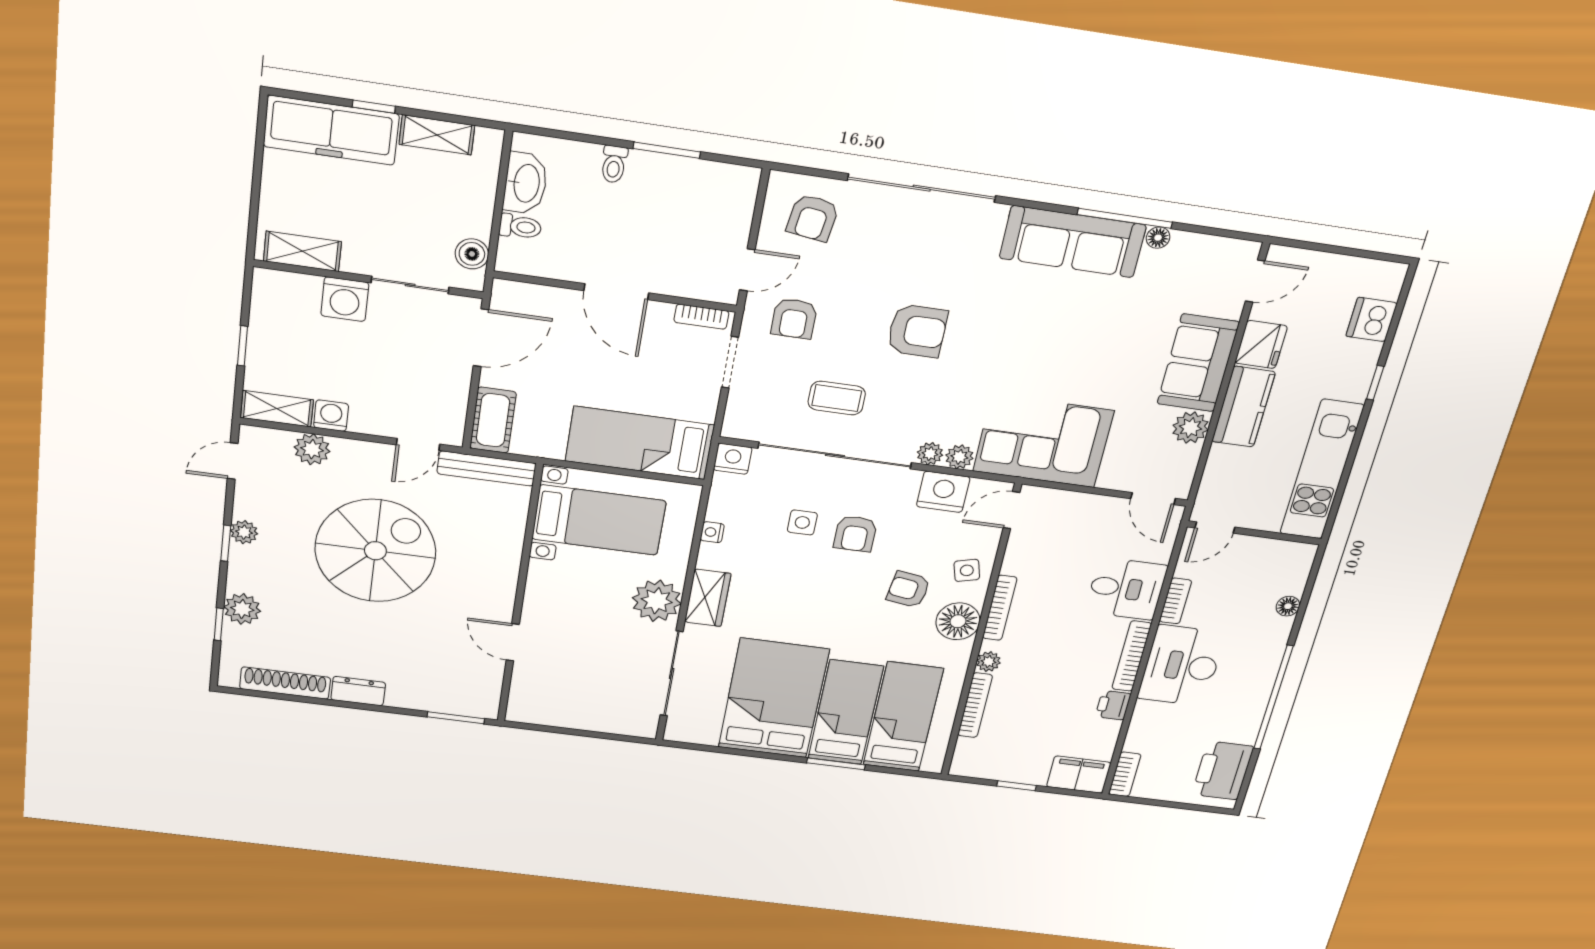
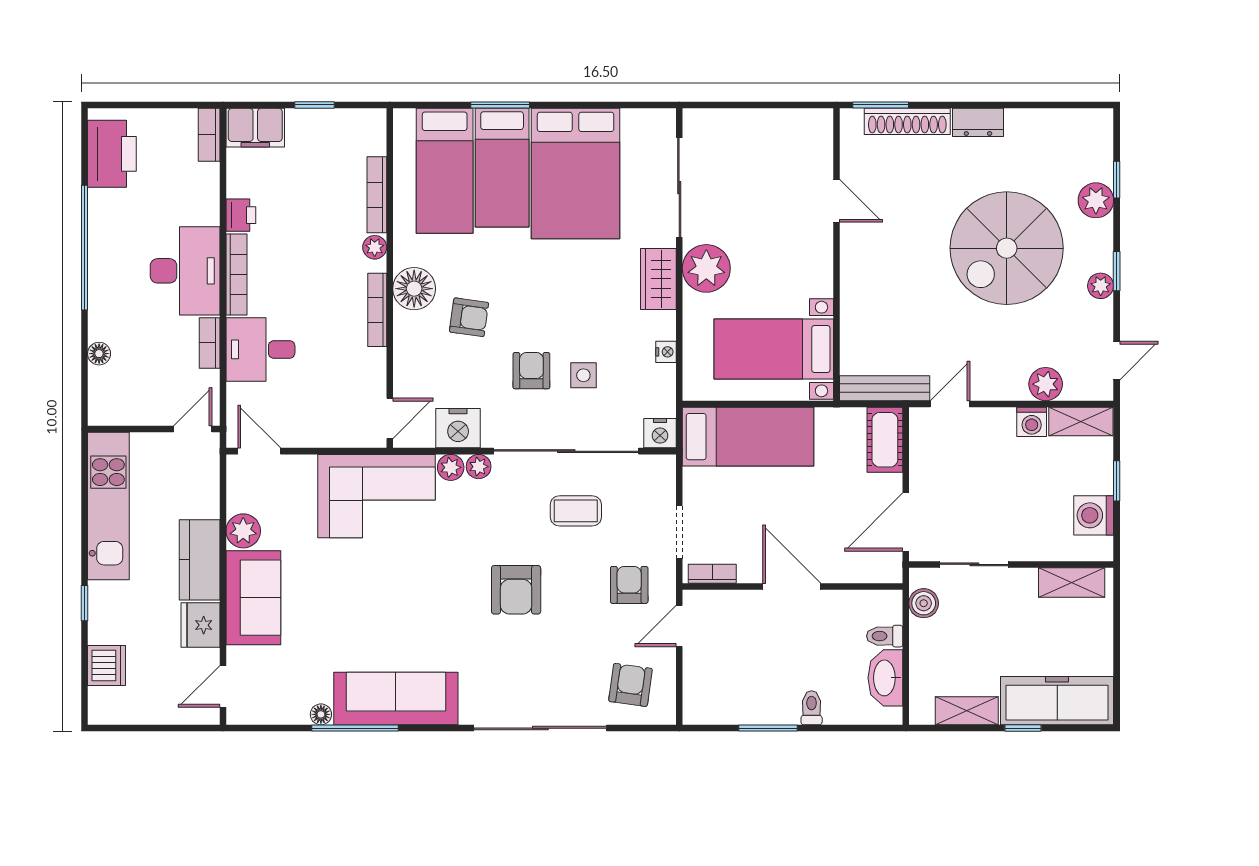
washing machine: (345, 299) -> (1094, 515), moved, turned -90
armchair: (917, 331) -> (516, 590), turned -90
spiral stairs: (375, 551) -> (1007, 248), moved
side table: (967, 570) -> (418, 347), removed
shoe rack: (285, 683) -> (907, 121), moved

